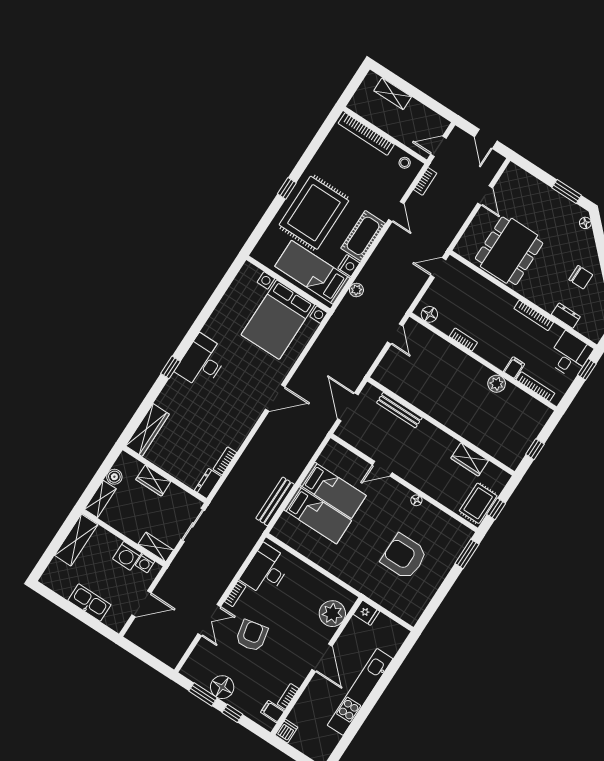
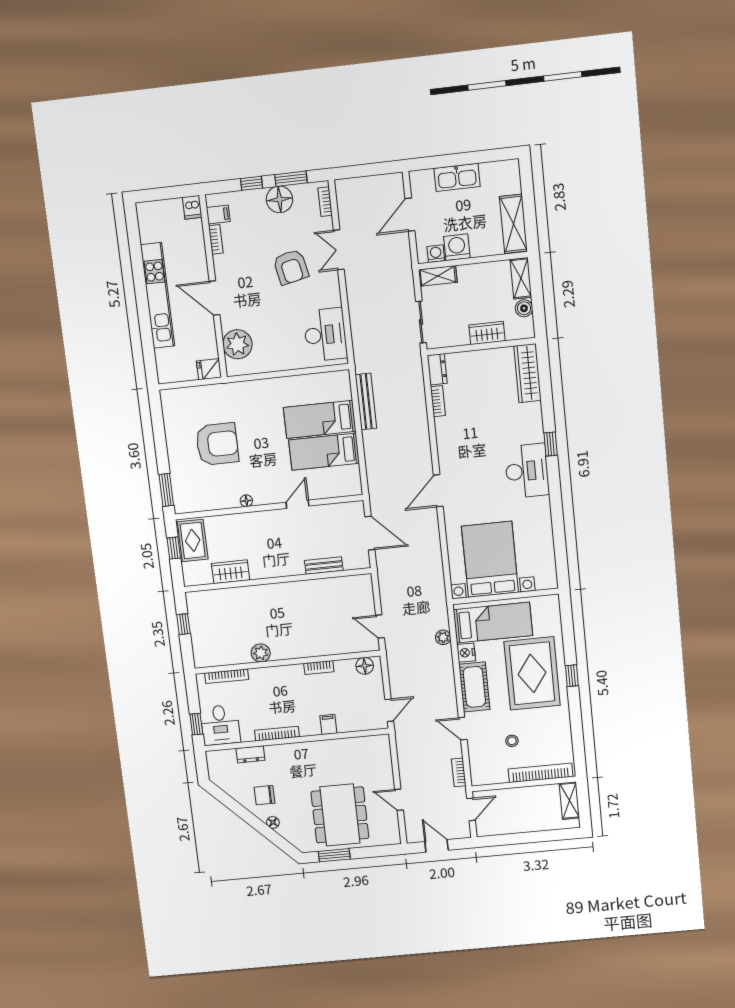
shelving: (393, 94) -> (569, 801), moved, turned 90
stool: (405, 163) -> (512, 741), moved
floor lamp: (585, 223) -> (273, 822), moved
dining table: (509, 251) -> (340, 815), moved
filing cabinet: (514, 368) -> (328, 724), moved, turned 180
bench: (399, 410) -> (324, 566), width x0.73
bookcase: (235, 594) -> (325, 202), moved

